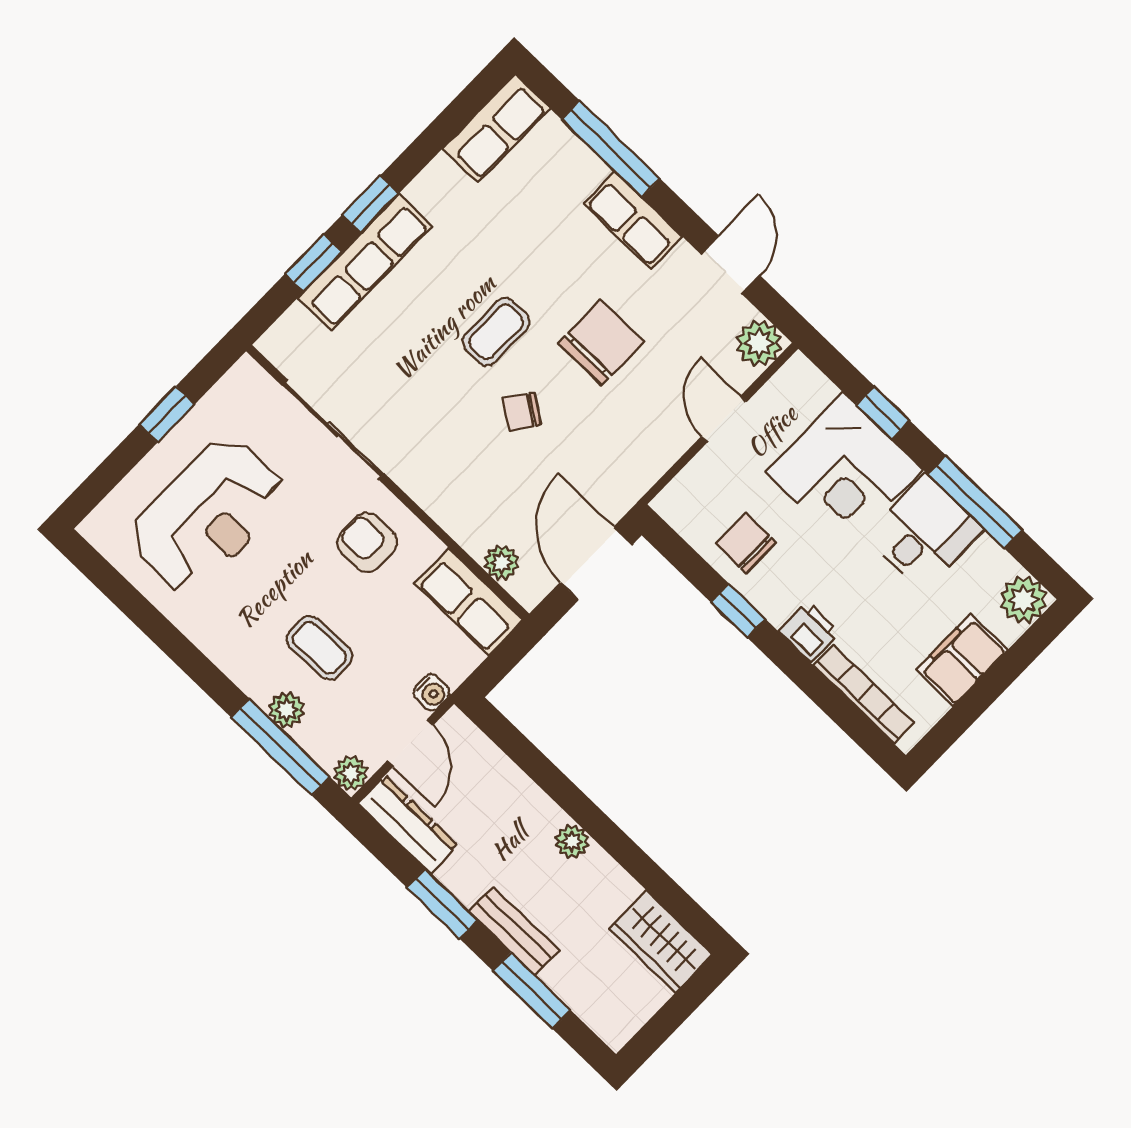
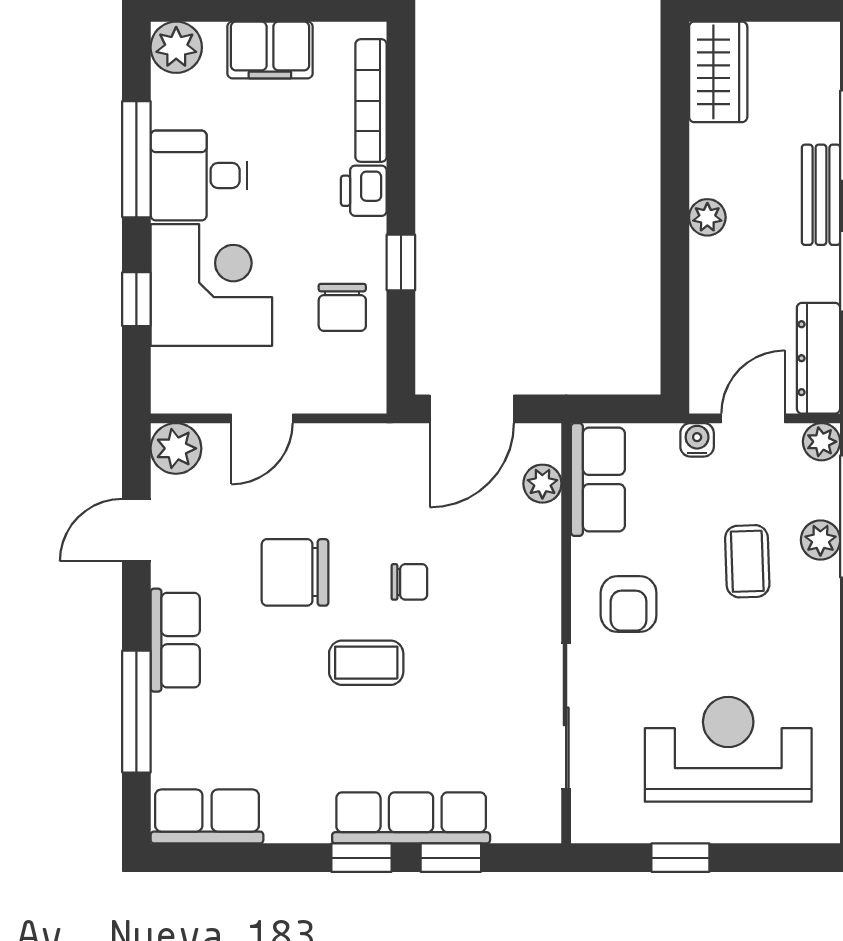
chair: (522, 412) -> (409, 582), turned -35

